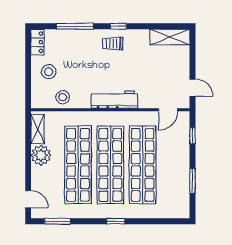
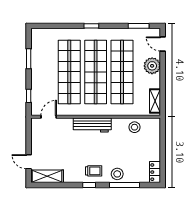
stool: (49, 72) -> (117, 174), moved
door: (193, 88) -> (29, 162), moved
plant: (41, 155) -> (152, 66), moved

